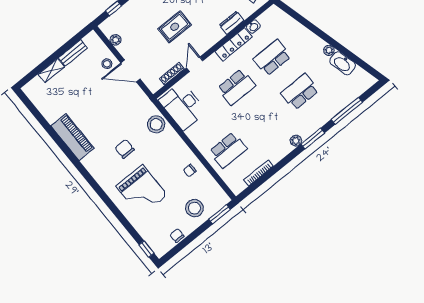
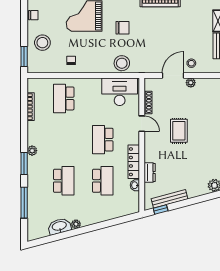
plant: (116, 40) -> (191, 83), moved

